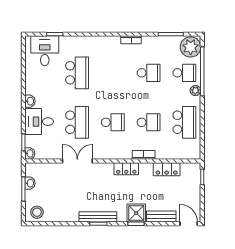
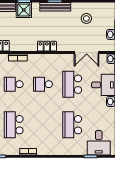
school desk: (149, 73) -> (14, 125), width x1.85
double door: (77, 161) -> (87, 53), moved
locker: (126, 169) -> (47, 46), moved
stool: (37, 212) -> (86, 18), moved

